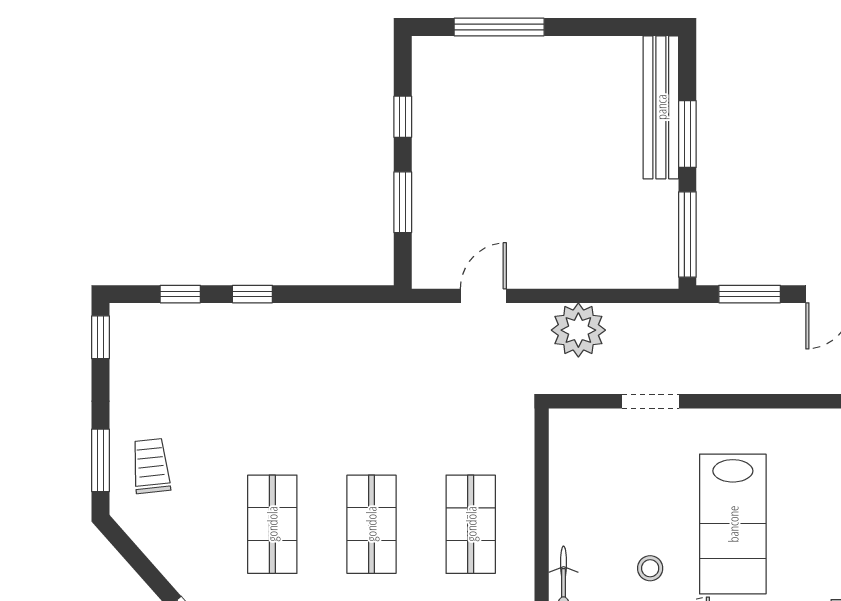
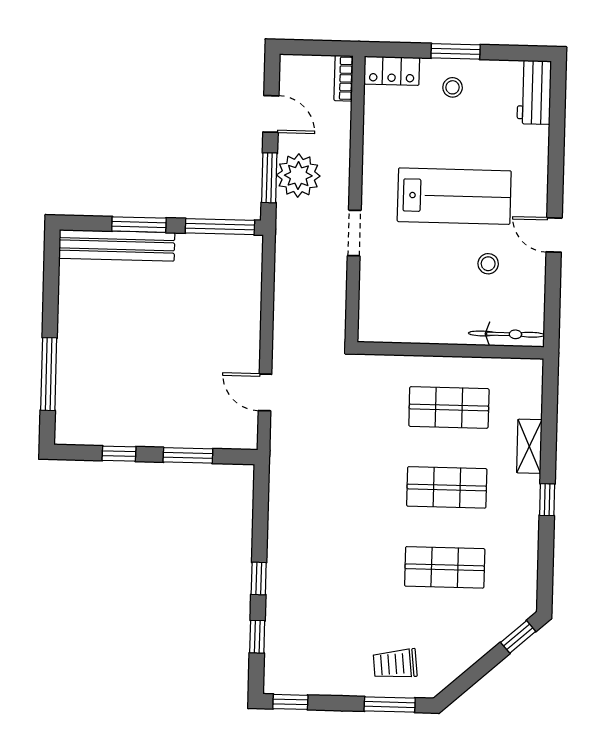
plant: (578, 330) -> (298, 176), moved
doorway: (650, 401) -> (354, 233), moved

